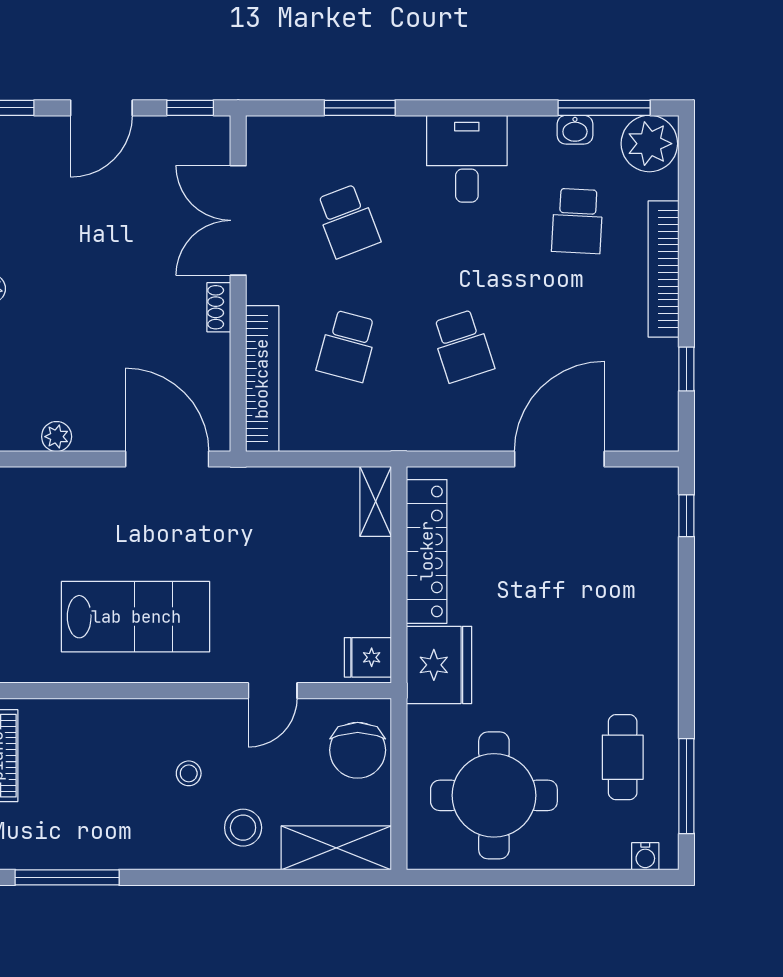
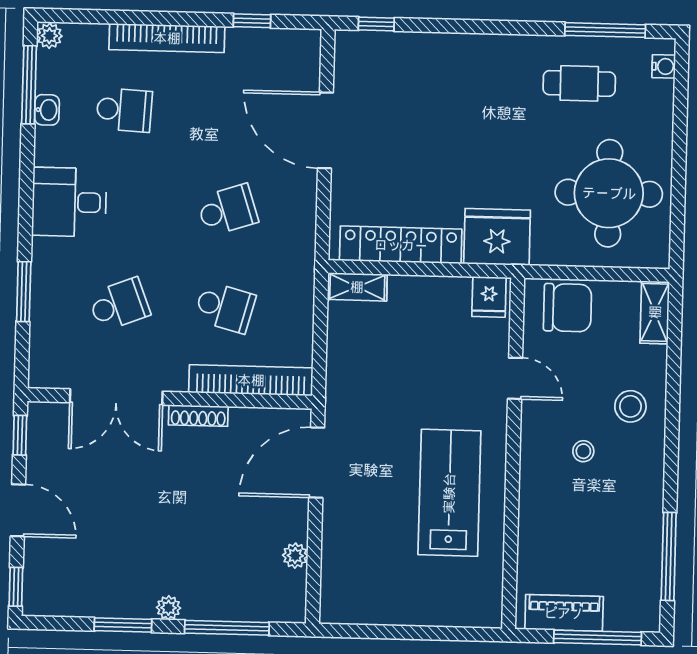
plant: (649, 144) -> (49, 36), width x0.53, depth x0.53
shoe rack: (219, 307) -> (198, 416), width x1.43
shelving: (336, 848) -> (655, 312), width x0.67, depth x0.75

